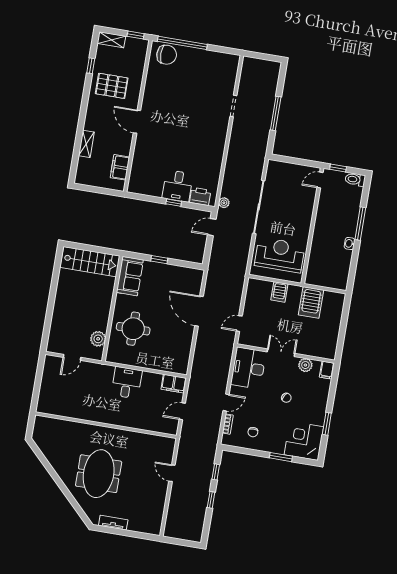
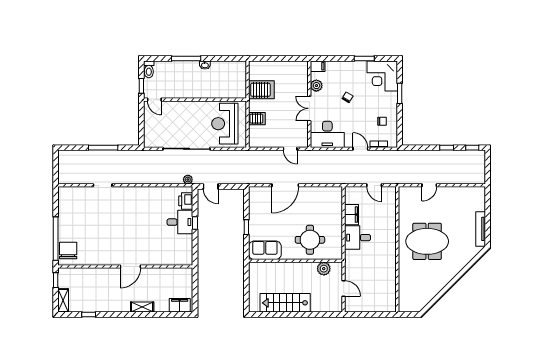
pallet: (112, 86) -> (103, 293), removed
shelving: (86, 144) -> (142, 307), moved
filing cabinet: (120, 167) -> (180, 305), moved, turned 180
stairs: (90, 262) -> (285, 303), moved, turned -90
filing cabinet: (174, 384) -> (352, 215), moved
window: (216, 472) -> (472, 148), moved
meeting table: (99, 474) -> (427, 241), moved
tv unit: (113, 523) -> (481, 229), width x1.41

